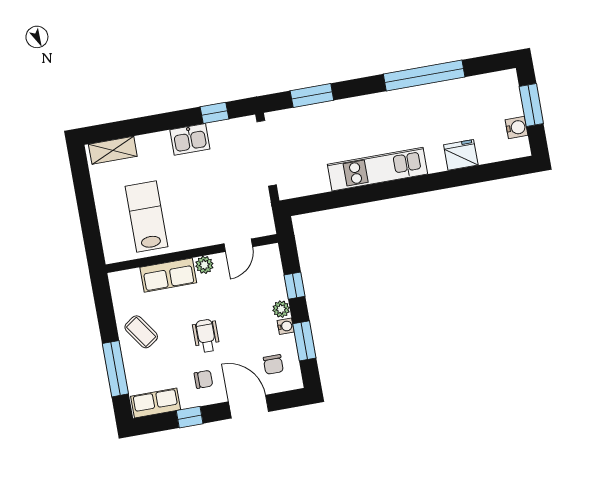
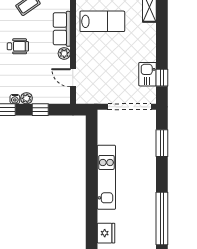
kitchen sink: (190, 139) -> (148, 74), moved

